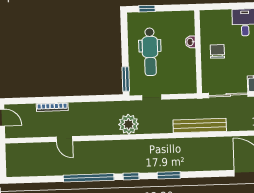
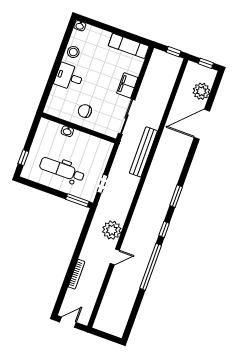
dental chair: (150, 52) -> (62, 170), turned 180
plant: (129, 124) -> (112, 230), moved
door: (64, 139) -> (115, 257), moved

